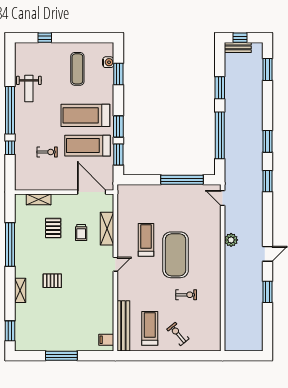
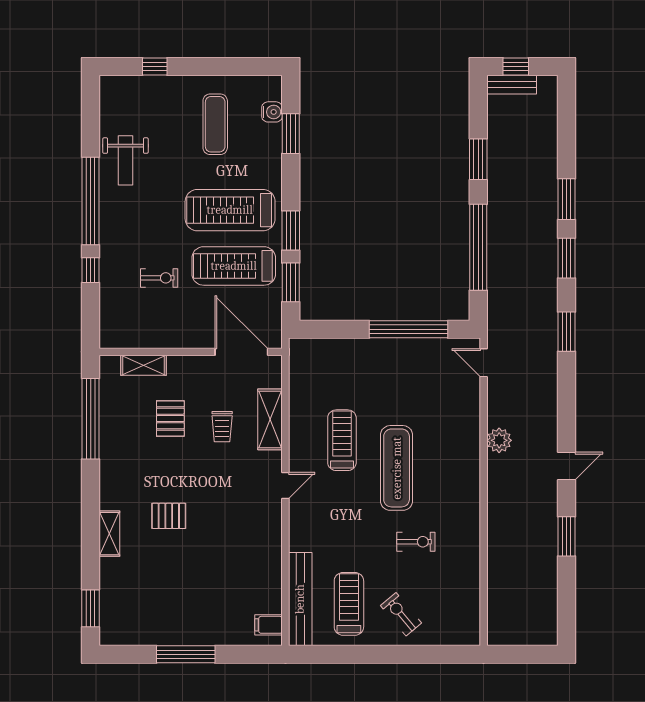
window: (267, 70) -> (566, 199), moved
window: (10, 245) -> (91, 419), moved
exercise mat: (176, 255) -> (397, 468), width x0.68

